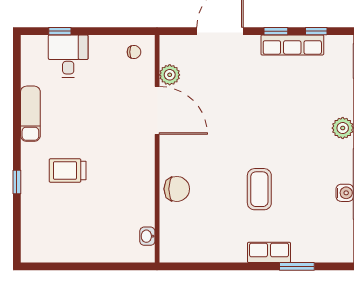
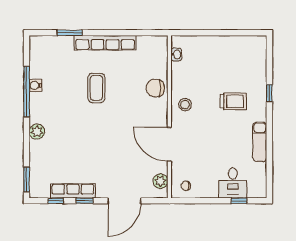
plant: (170, 75) -> (160, 181), moved
stool: (135, 166) -> (185, 105), added
row of seats: (269, 252) -> (105, 43), width x2.02

